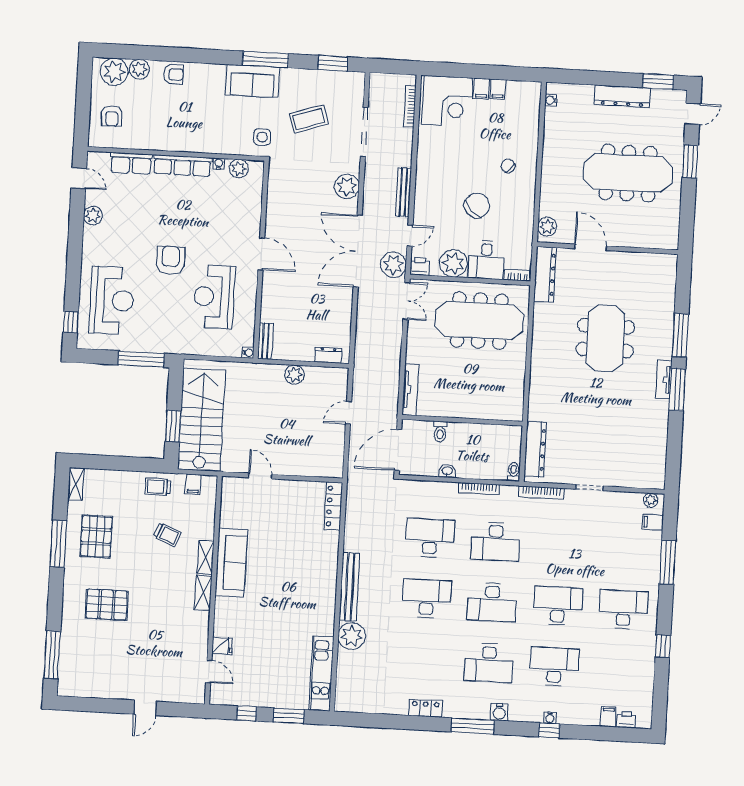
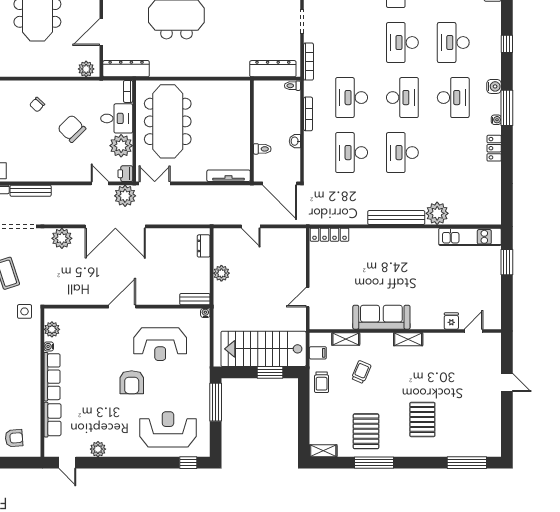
door: (79, 178) -> (67, 463), swing flipped
bench: (403, 192) -> (31, 191), moved
armchair: (171, 260) -> (132, 382), turned -90
pallet: (96, 537) -> (366, 431), turned 90
desk: (495, 542) -> (352, 98), turned 180
shelving: (206, 558) -> (346, 339), moved
window: (246, 713) -> (507, 298), removed
water cooler: (550, 718) -> (496, 120), moved

